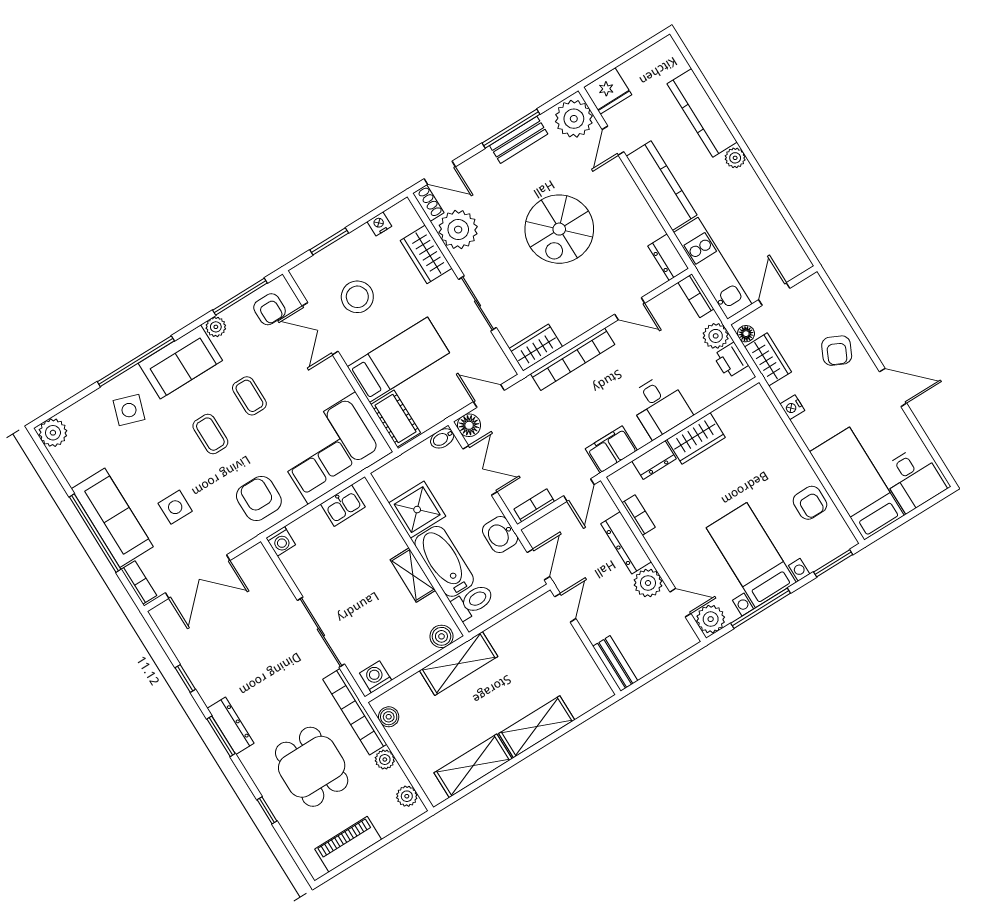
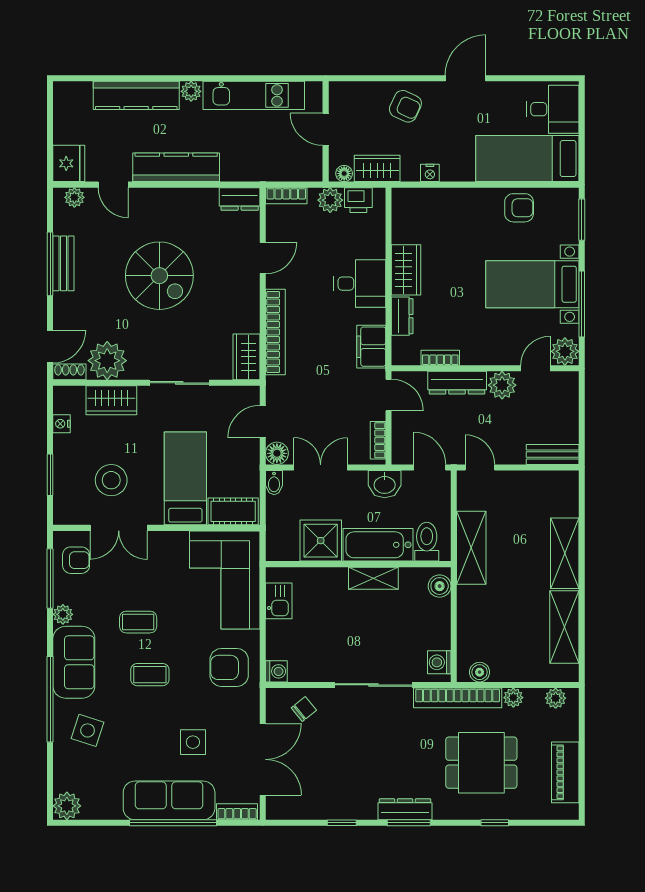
plant: (574, 119) -> (74, 197), width x0.53, depth x0.53
kitchen unit: (713, 268) -> (254, 95), moved, turned 180
chair: (263, 585) -> (304, 709), added
shelving: (459, 664) -> (471, 548), moved

